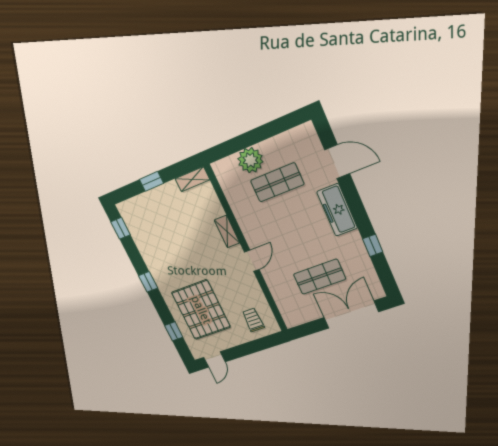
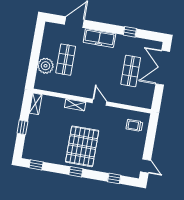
pallet: (201, 310) -> (82, 146), moved, turned 90

